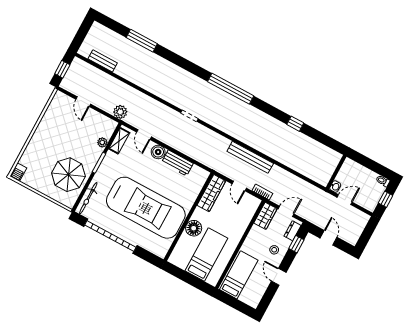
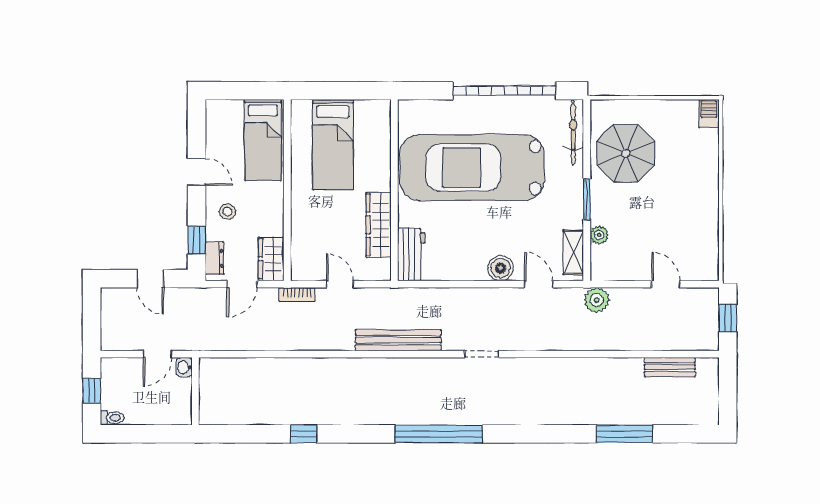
bench: (250, 157) -> (398, 340), moved
workbench: (177, 163) -> (411, 255), moved, turned 90
wardrobe: (211, 193) -> (379, 225), moved
floor lamp: (194, 228) -> (377, 176), removed

